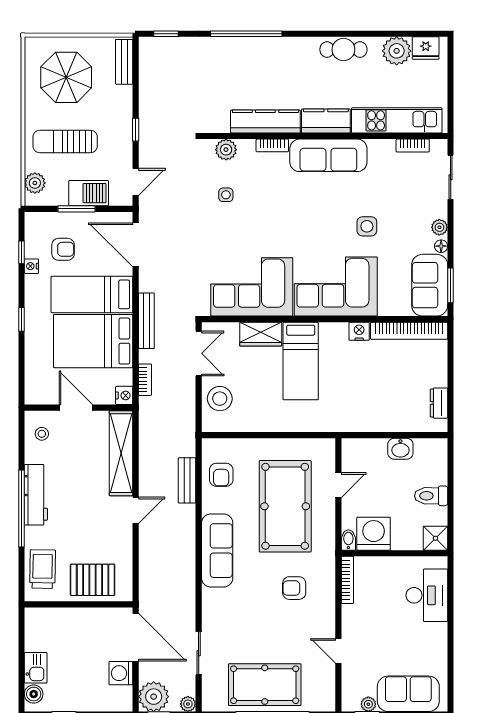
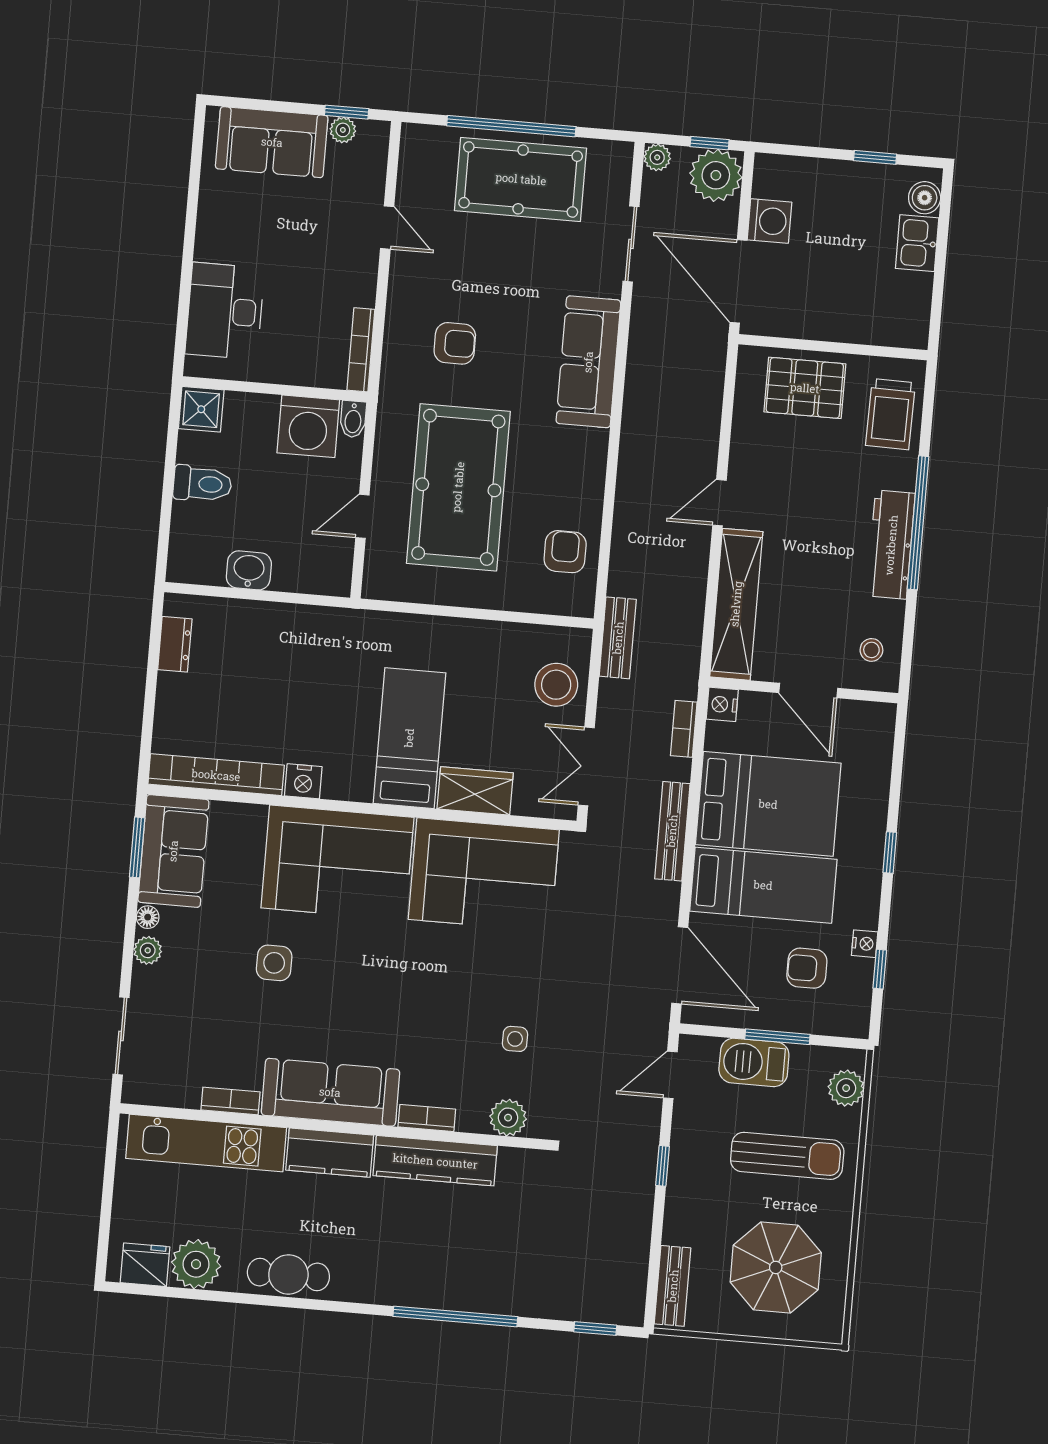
bookcase: (413, 146) -> (231, 1101), moved
bench: (187, 480) -> (618, 638), moved
sofa: (217, 551) -> (588, 362), moved

